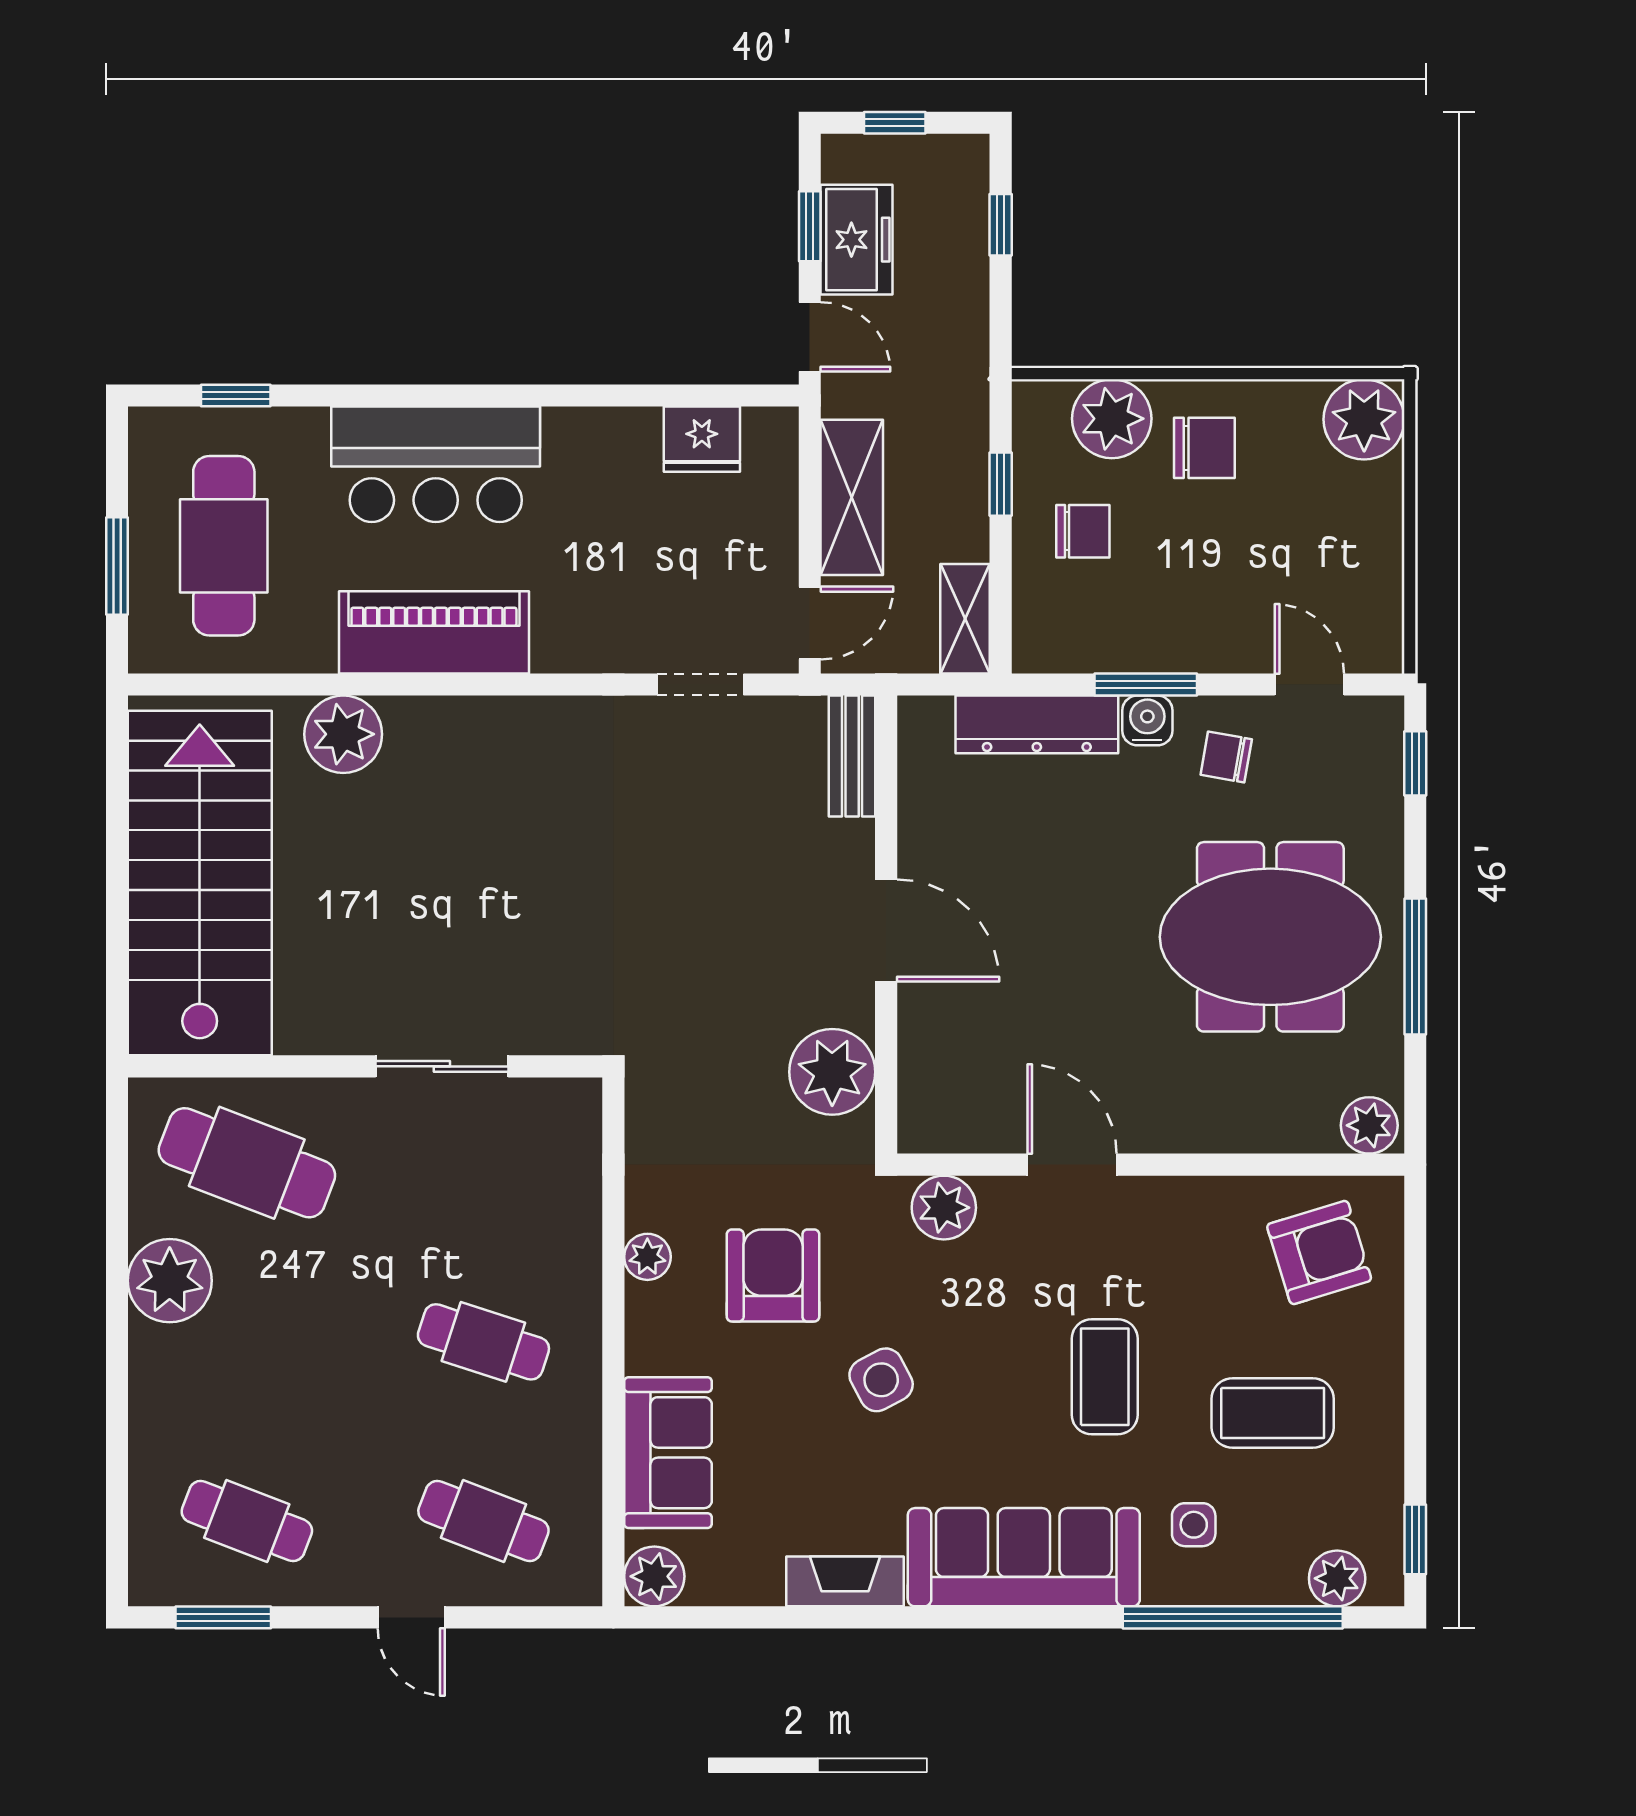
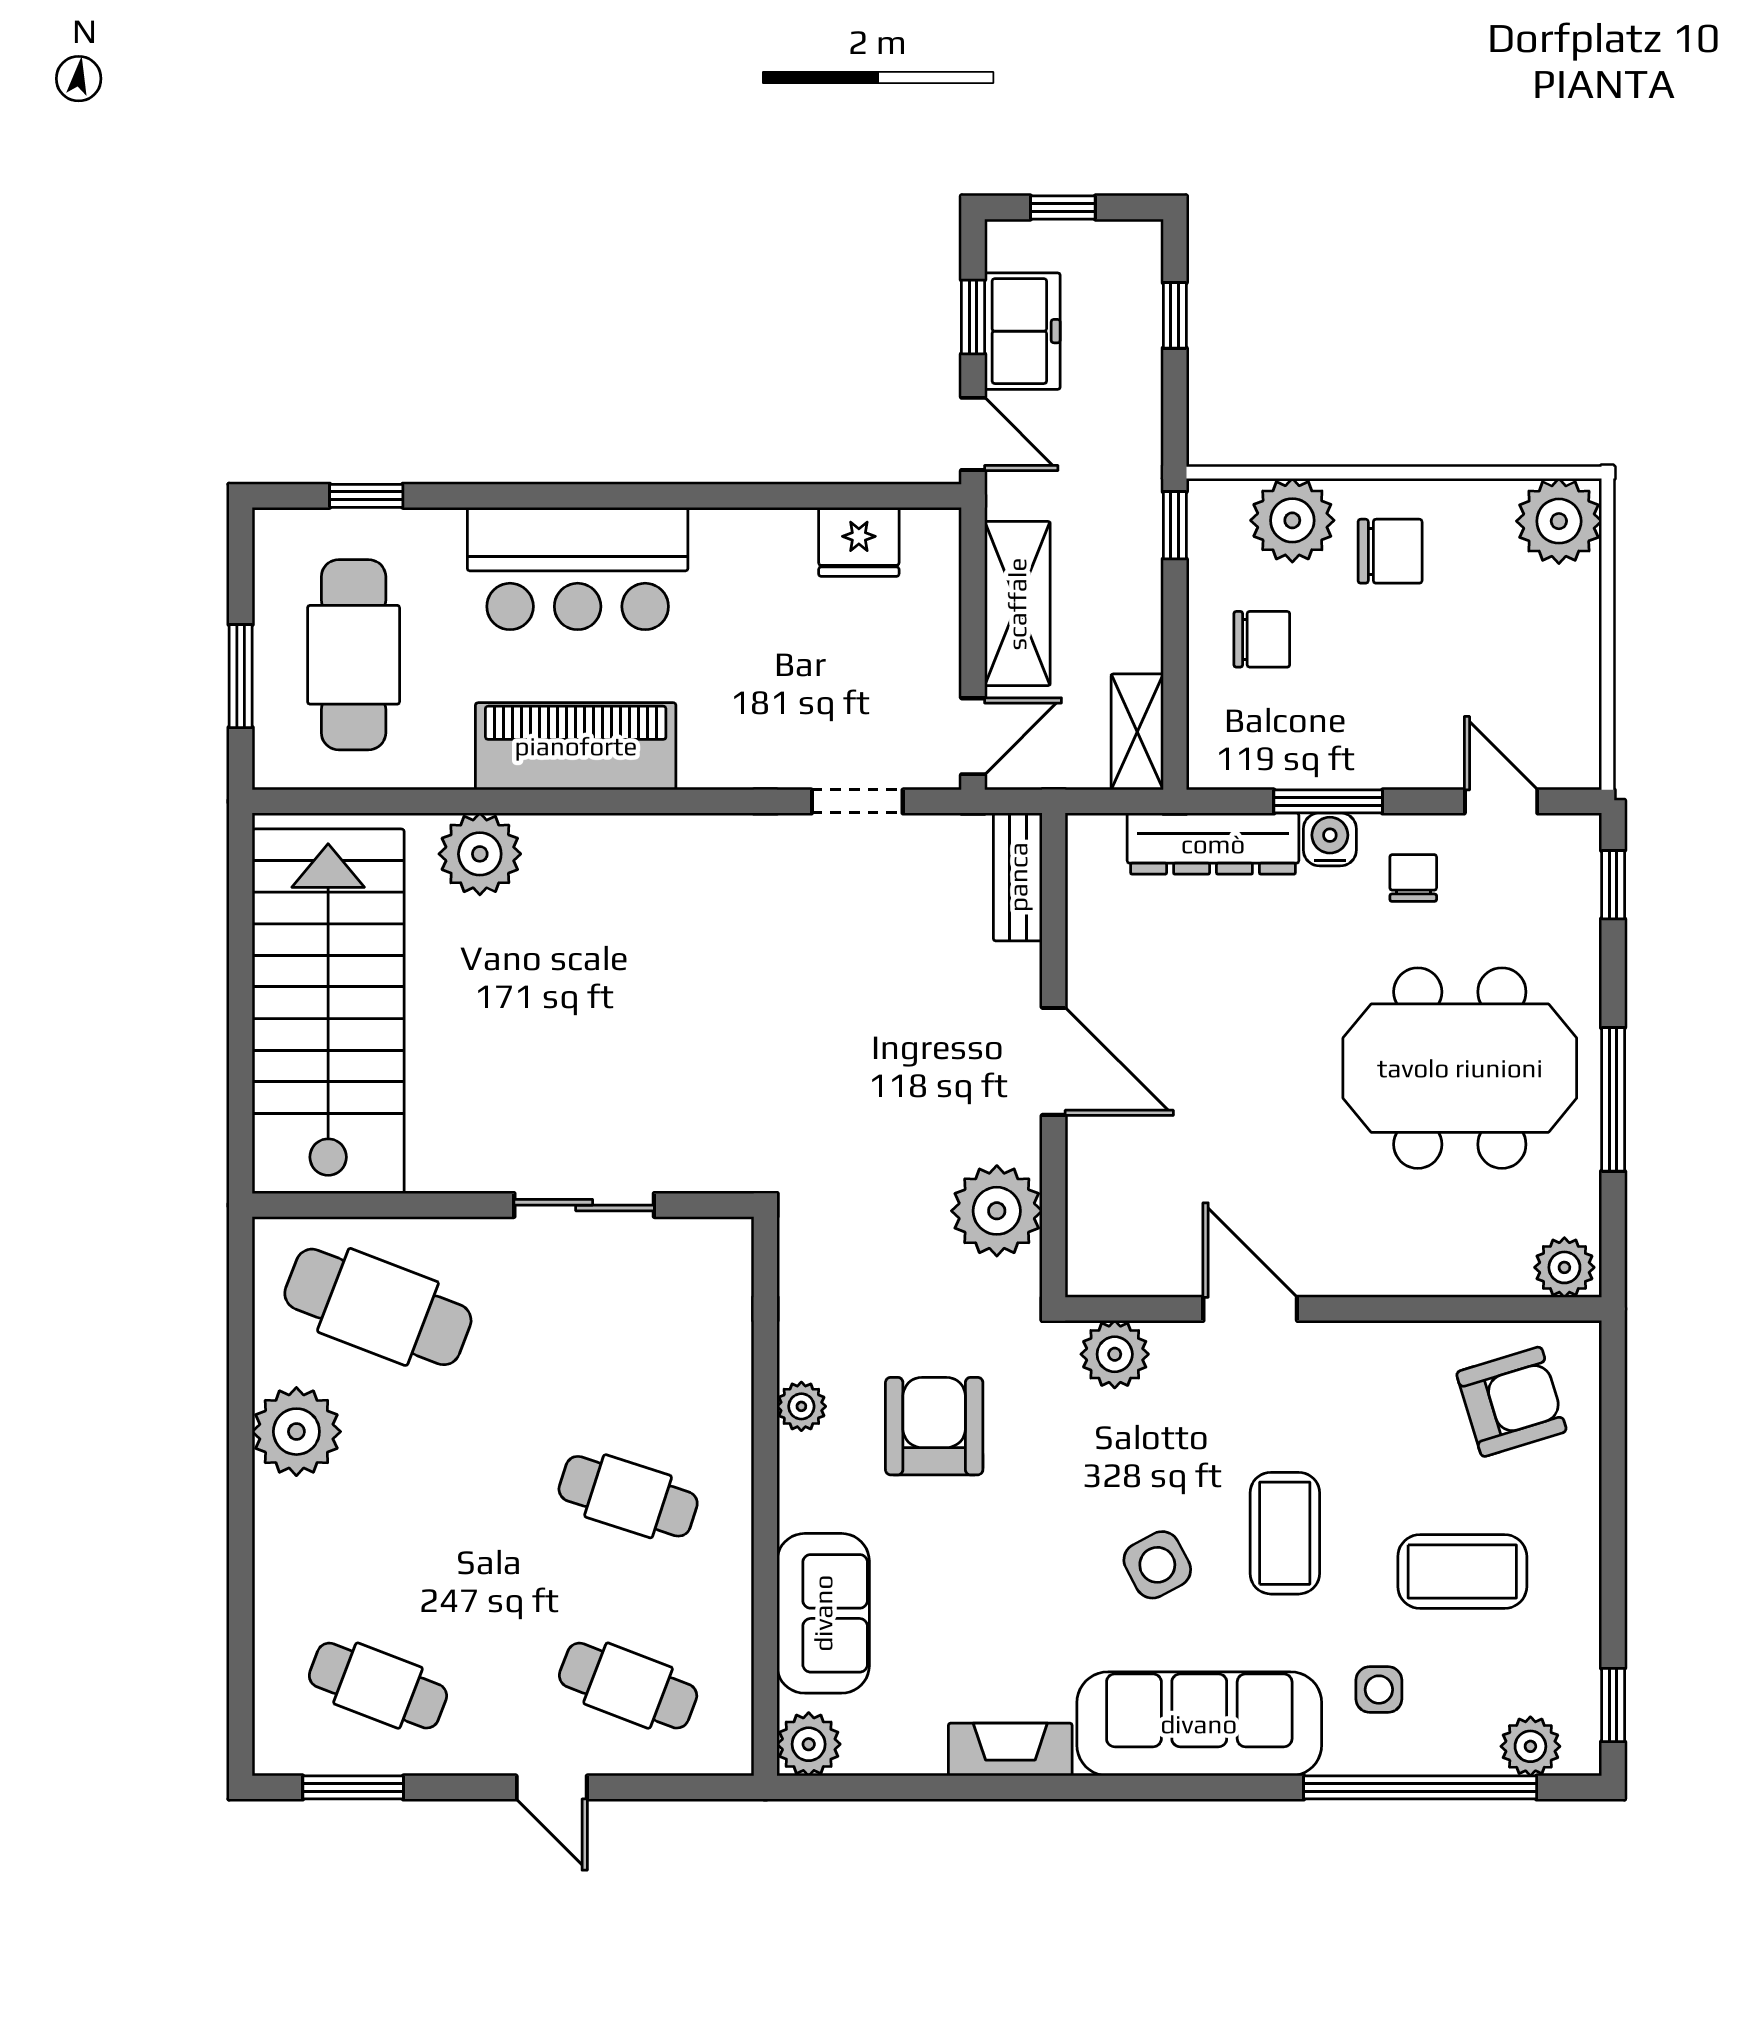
window: (1001, 484) -> (1175, 525), moved
chair: (1226, 757) -> (1413, 878), turned 80
side table: (881, 1380) -> (1157, 1565), moved

